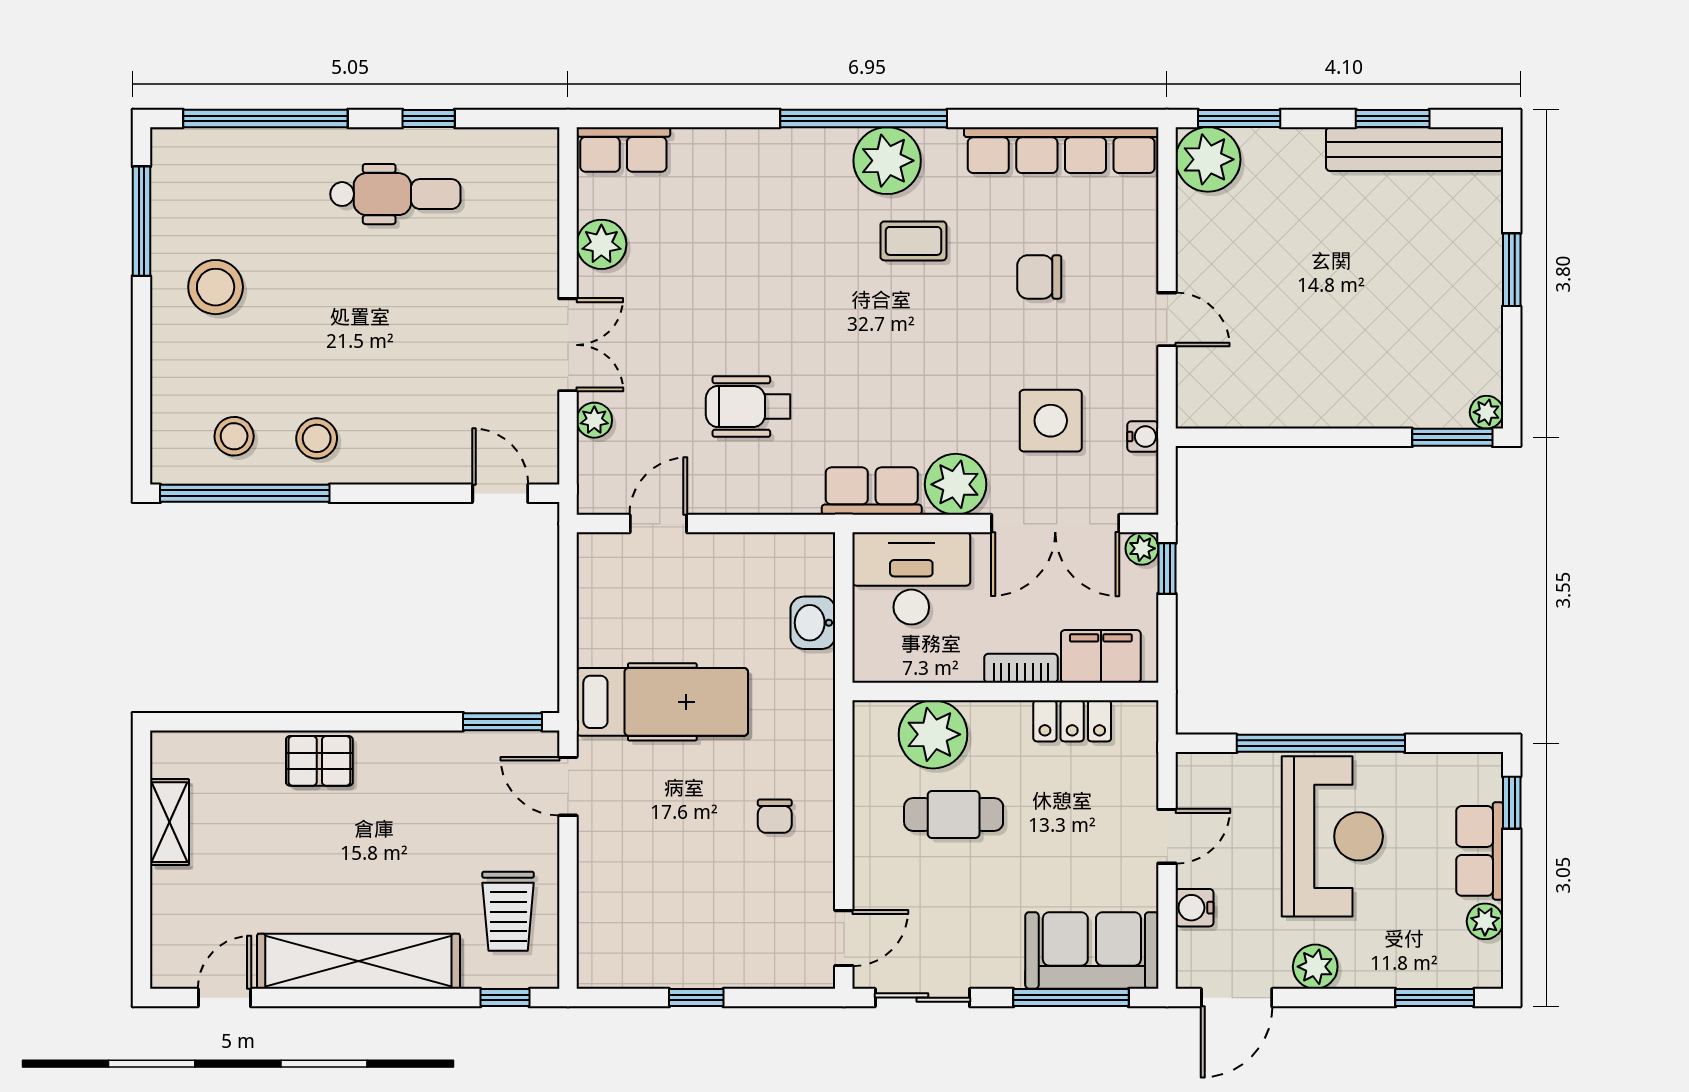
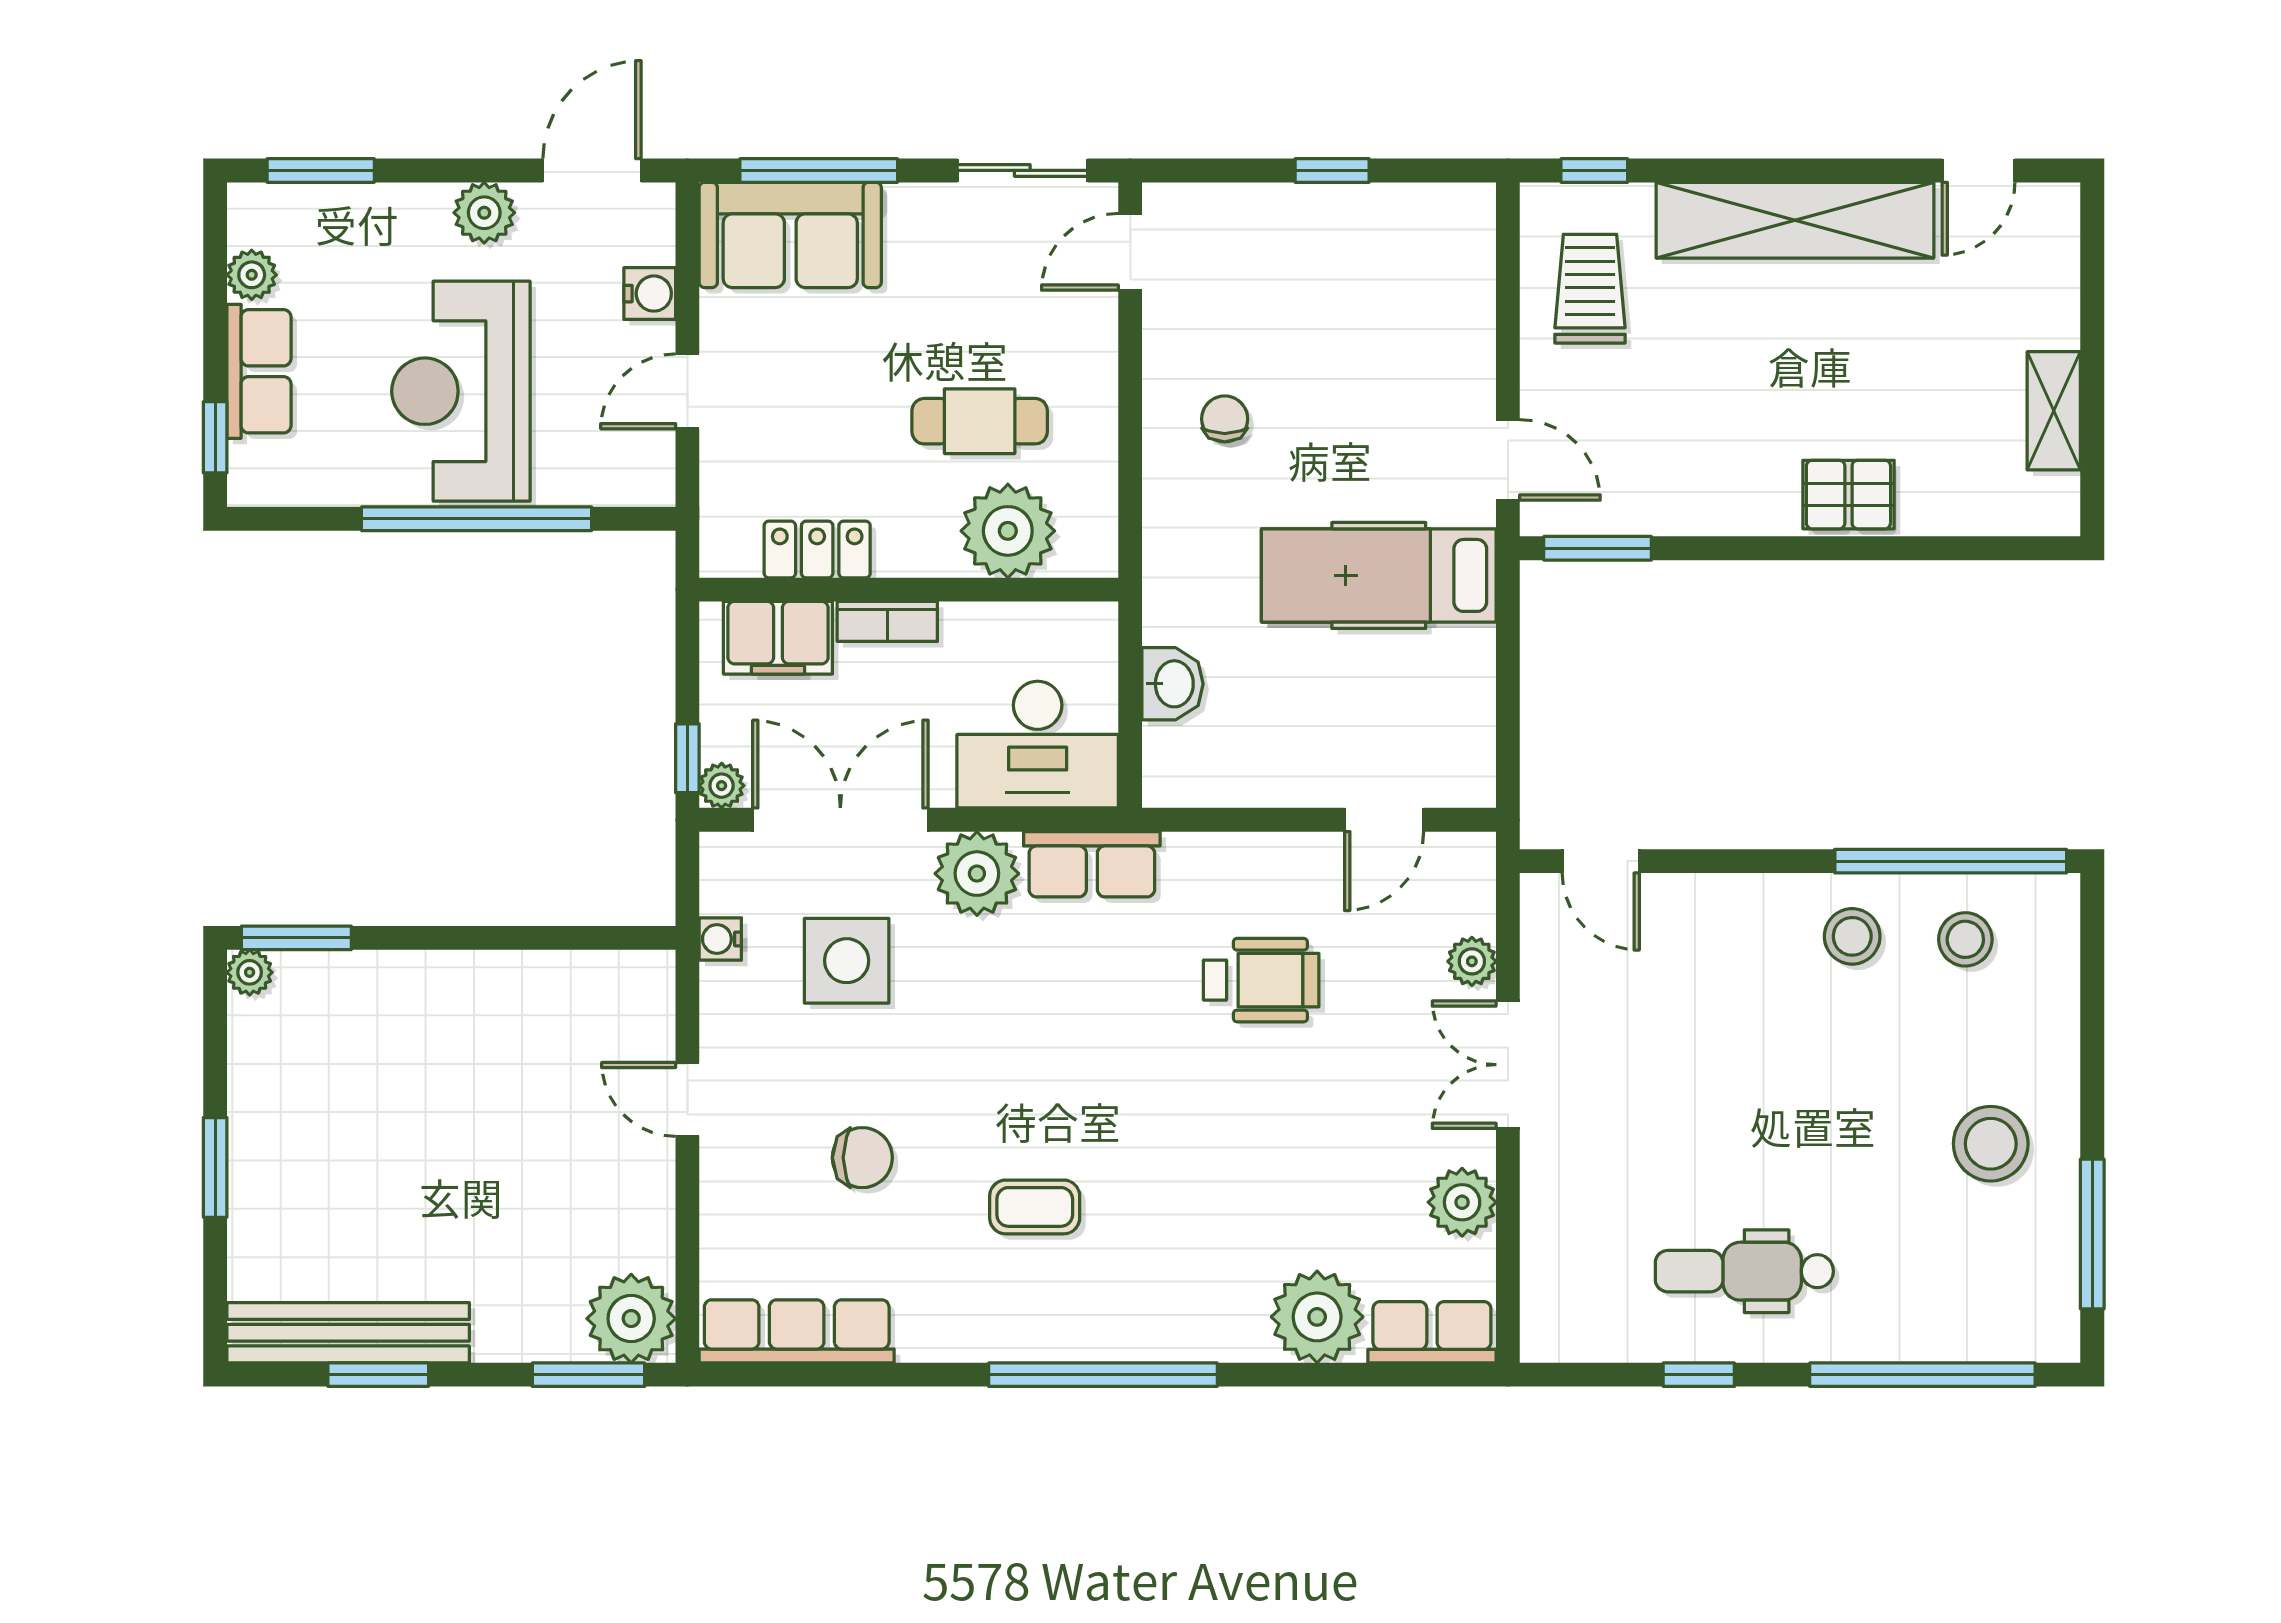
row of seats: (1061, 150) -> (797, 1331), width x0.73
plant: (887, 161) -> (1317, 1317), moved

